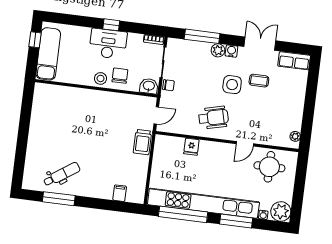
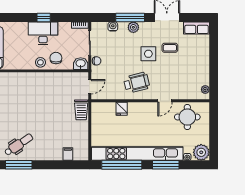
window: (202, 36) -> (130, 18), moved
water cooler: (231, 51) -> (113, 27), moved

